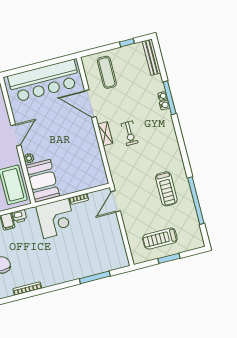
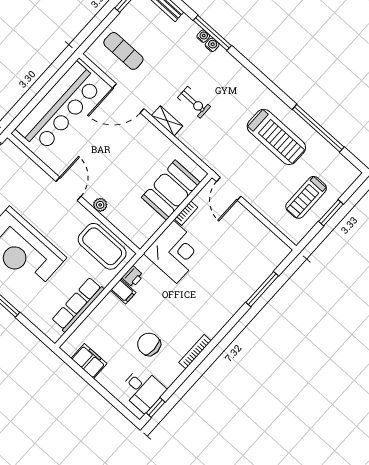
booth: (43, 181) -> (171, 190), moved, turned 90
treadmill: (166, 189) -> (276, 137), width x1.37, depth x1.38

